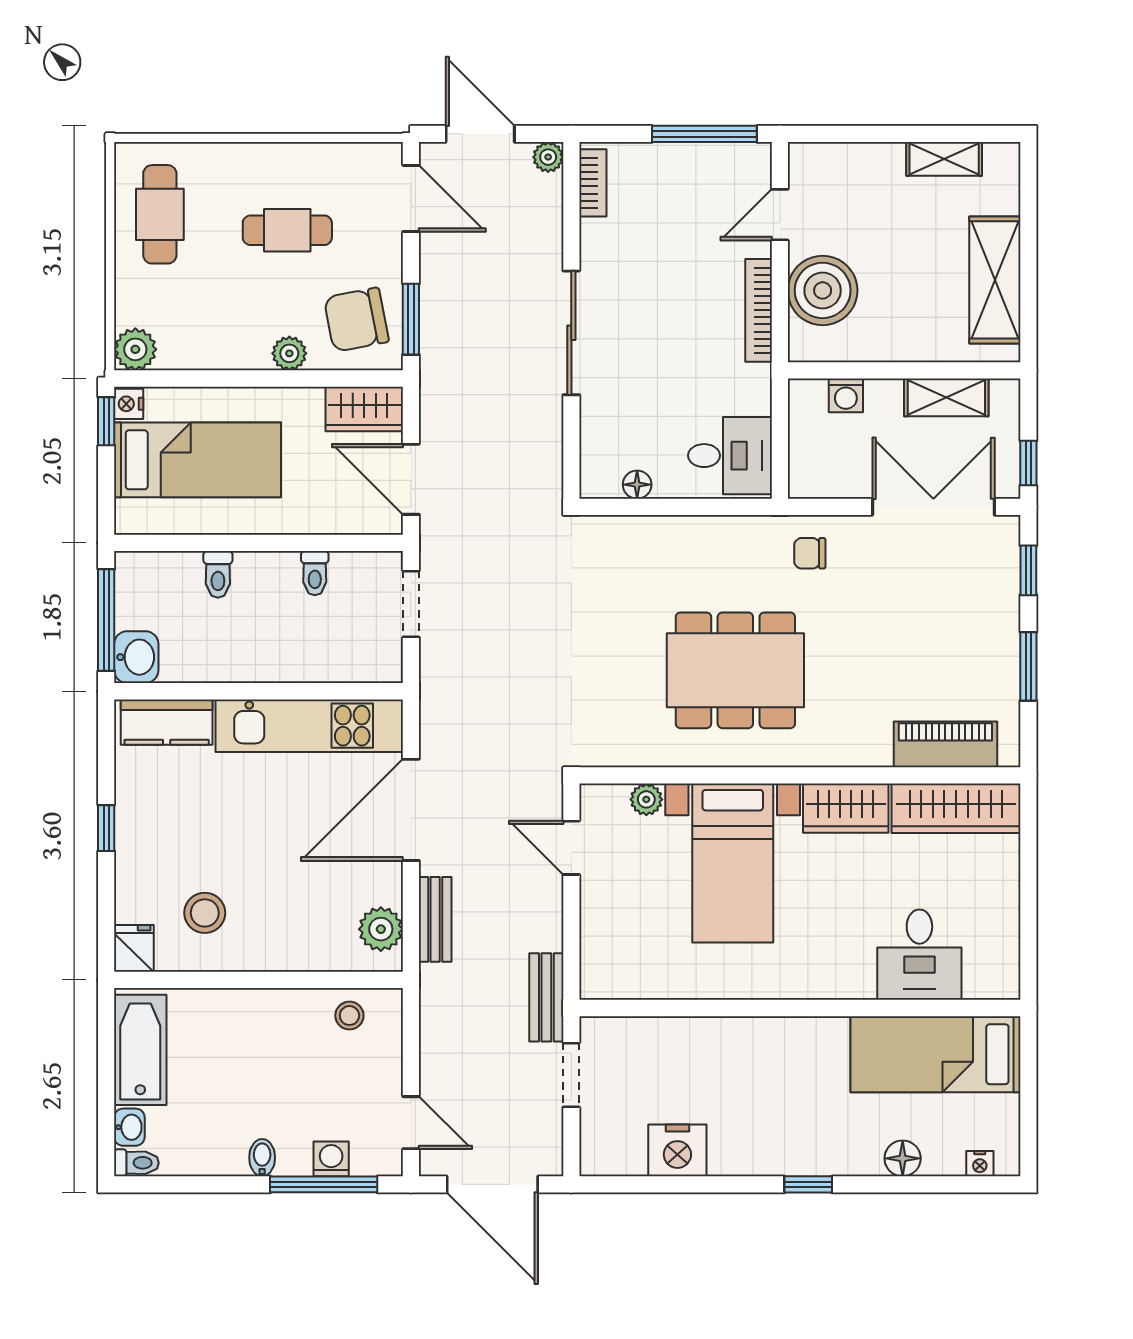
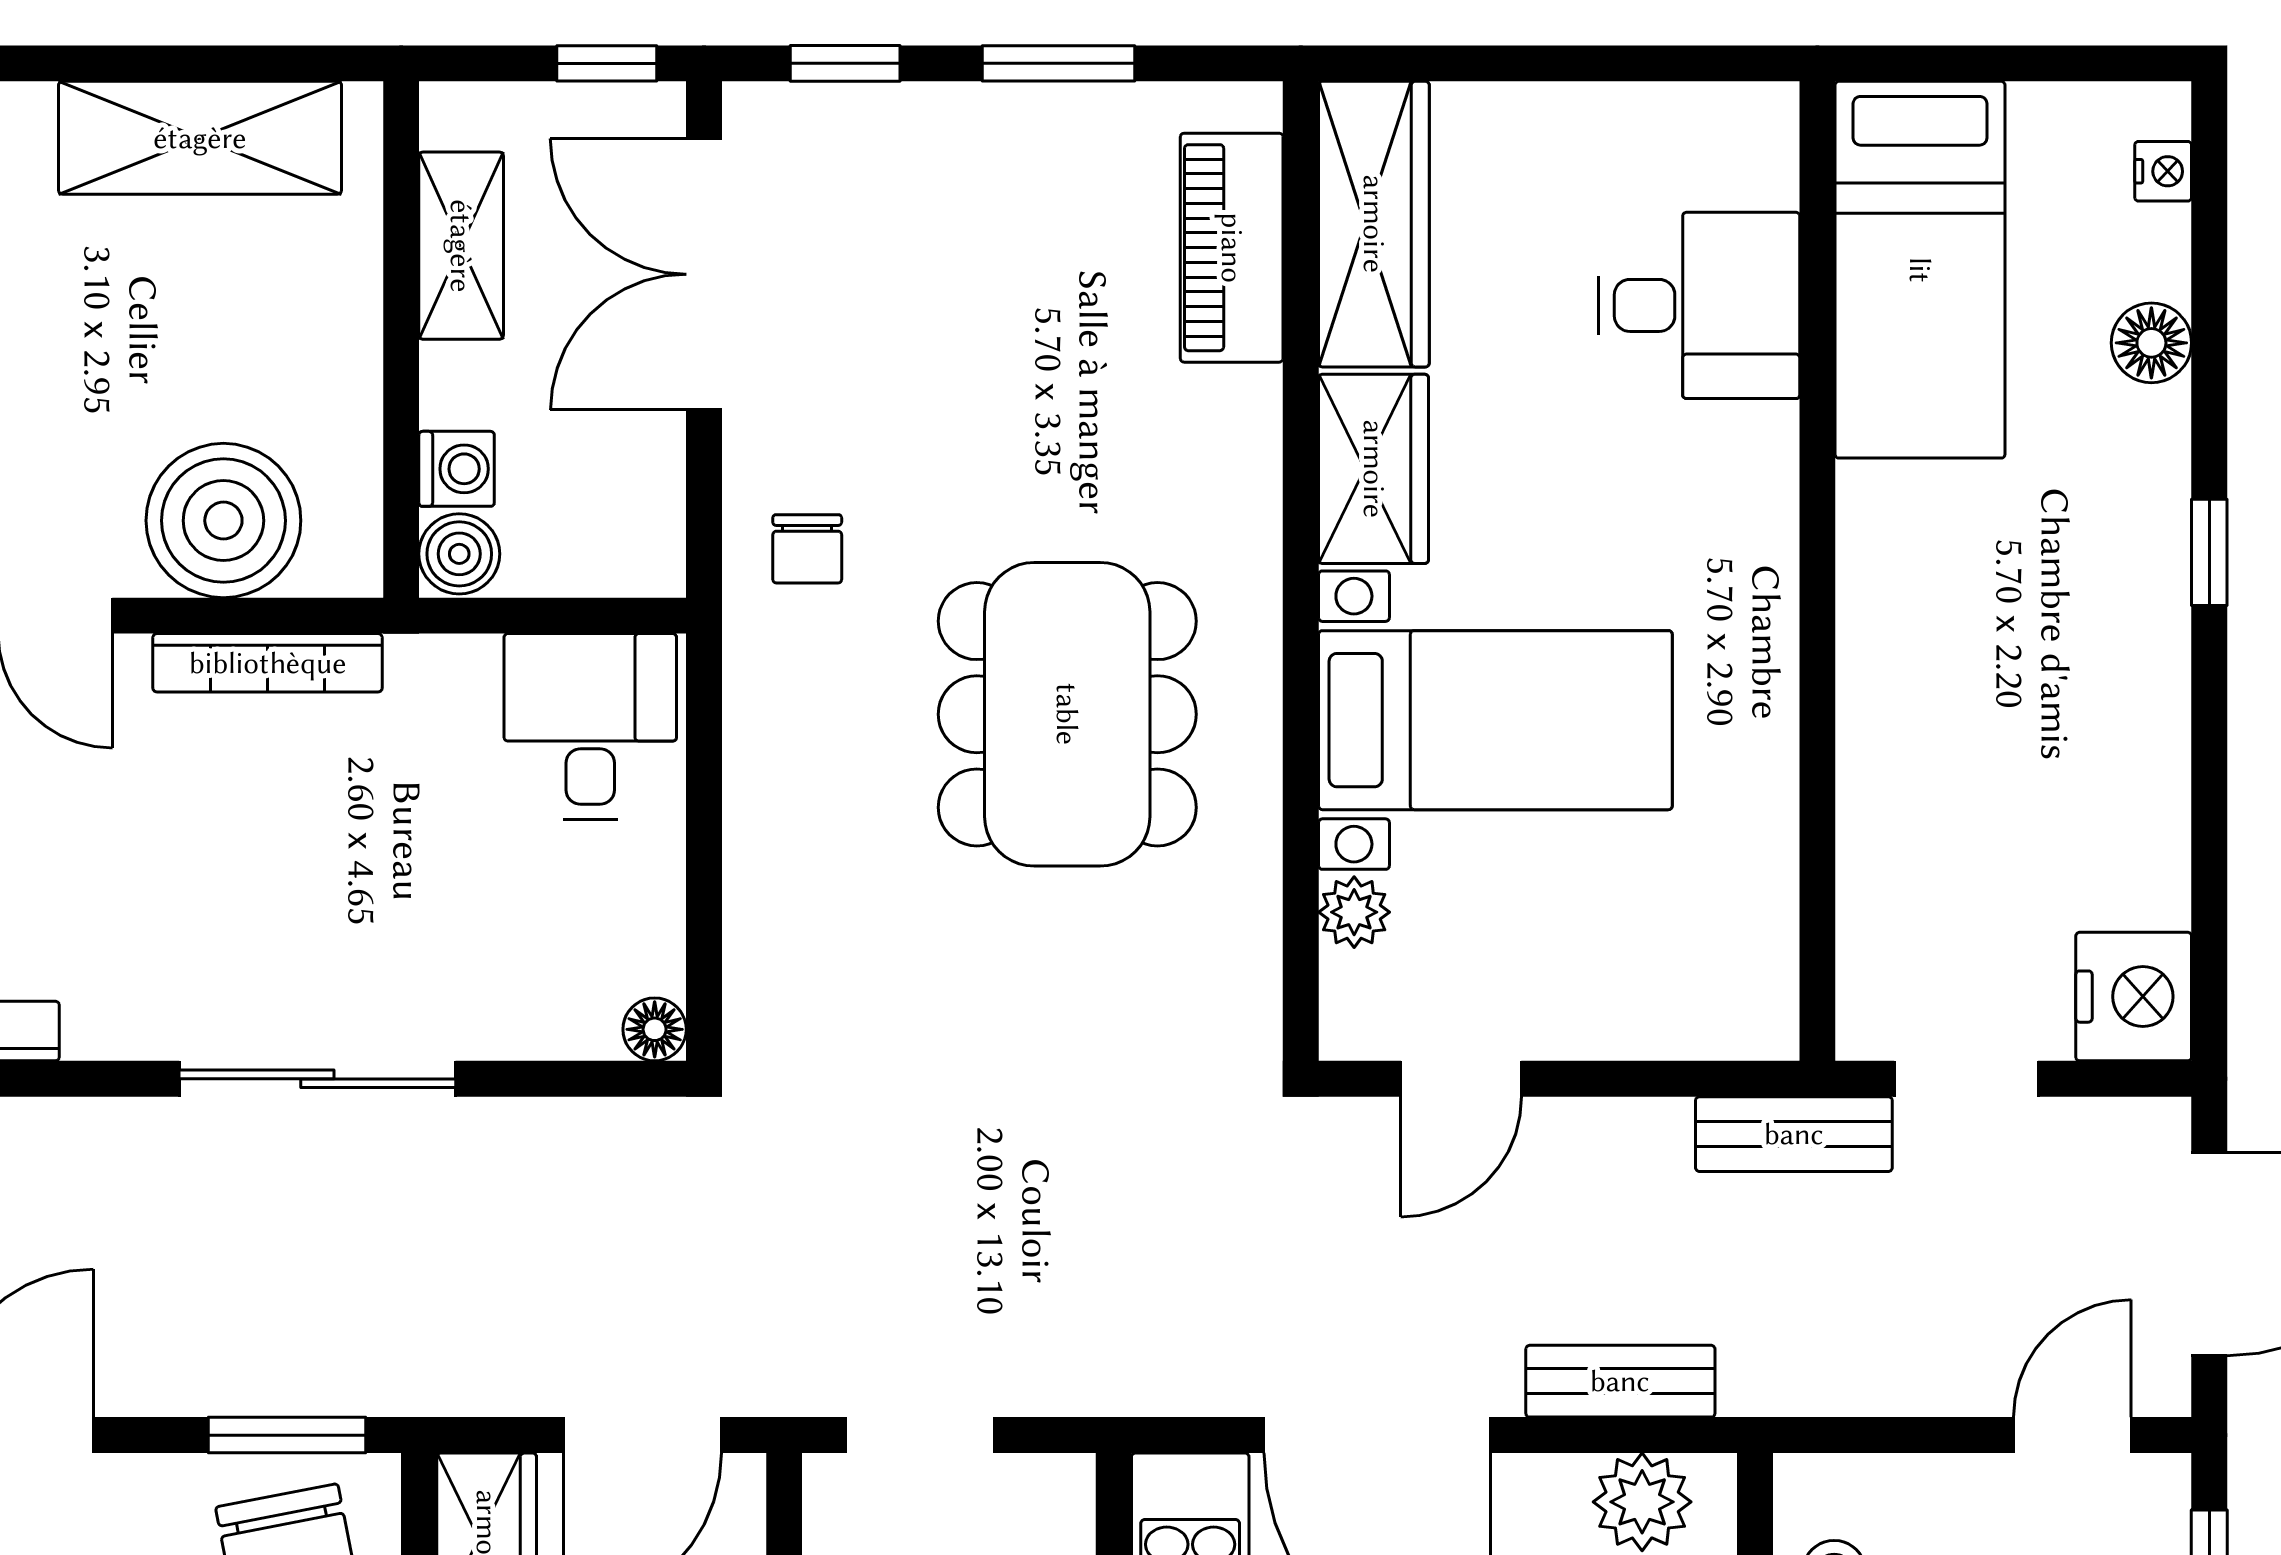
boiler: (808, 397) -> (459, 554), added
floor lamp: (637, 485) -> (655, 1029), moved
nightstand: (677, 1150) -> (2134, 997), moved

